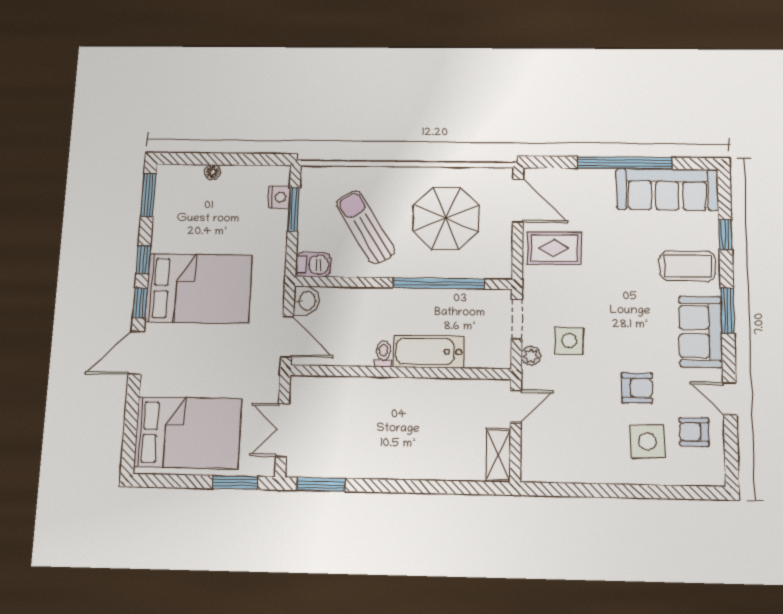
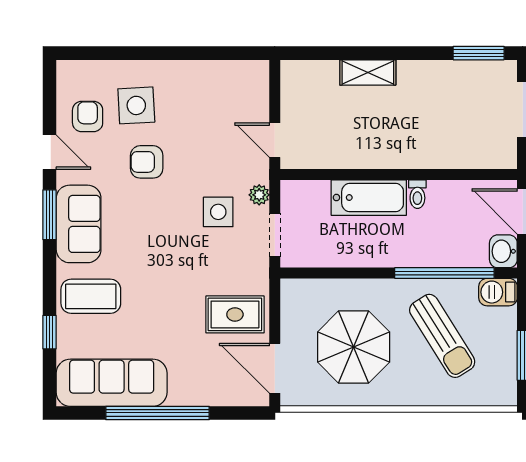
window: (439, 283) -> (444, 273), moved
window: (727, 310) -> (50, 215), moved
door: (516, 406) -> (275, 140), hinge flipped
armchair: (694, 432) -> (88, 116), turned -90
shelving: (498, 455) -> (368, 72), moved, turned 90

